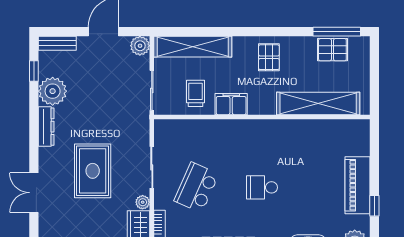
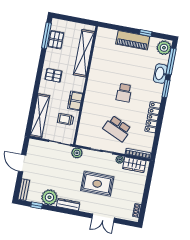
plant: (140, 46) -> (77, 153), moved

